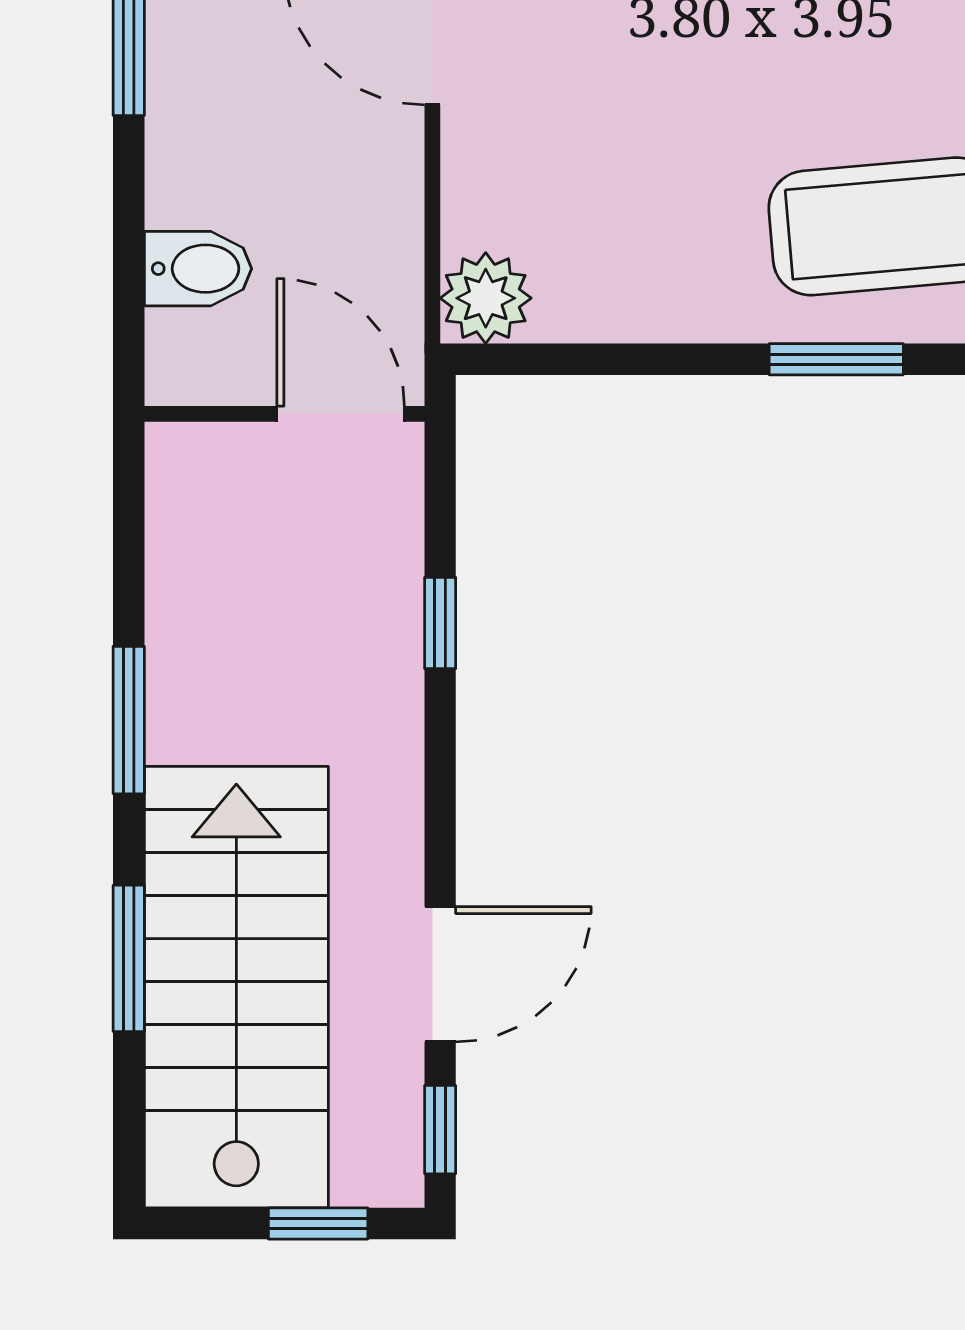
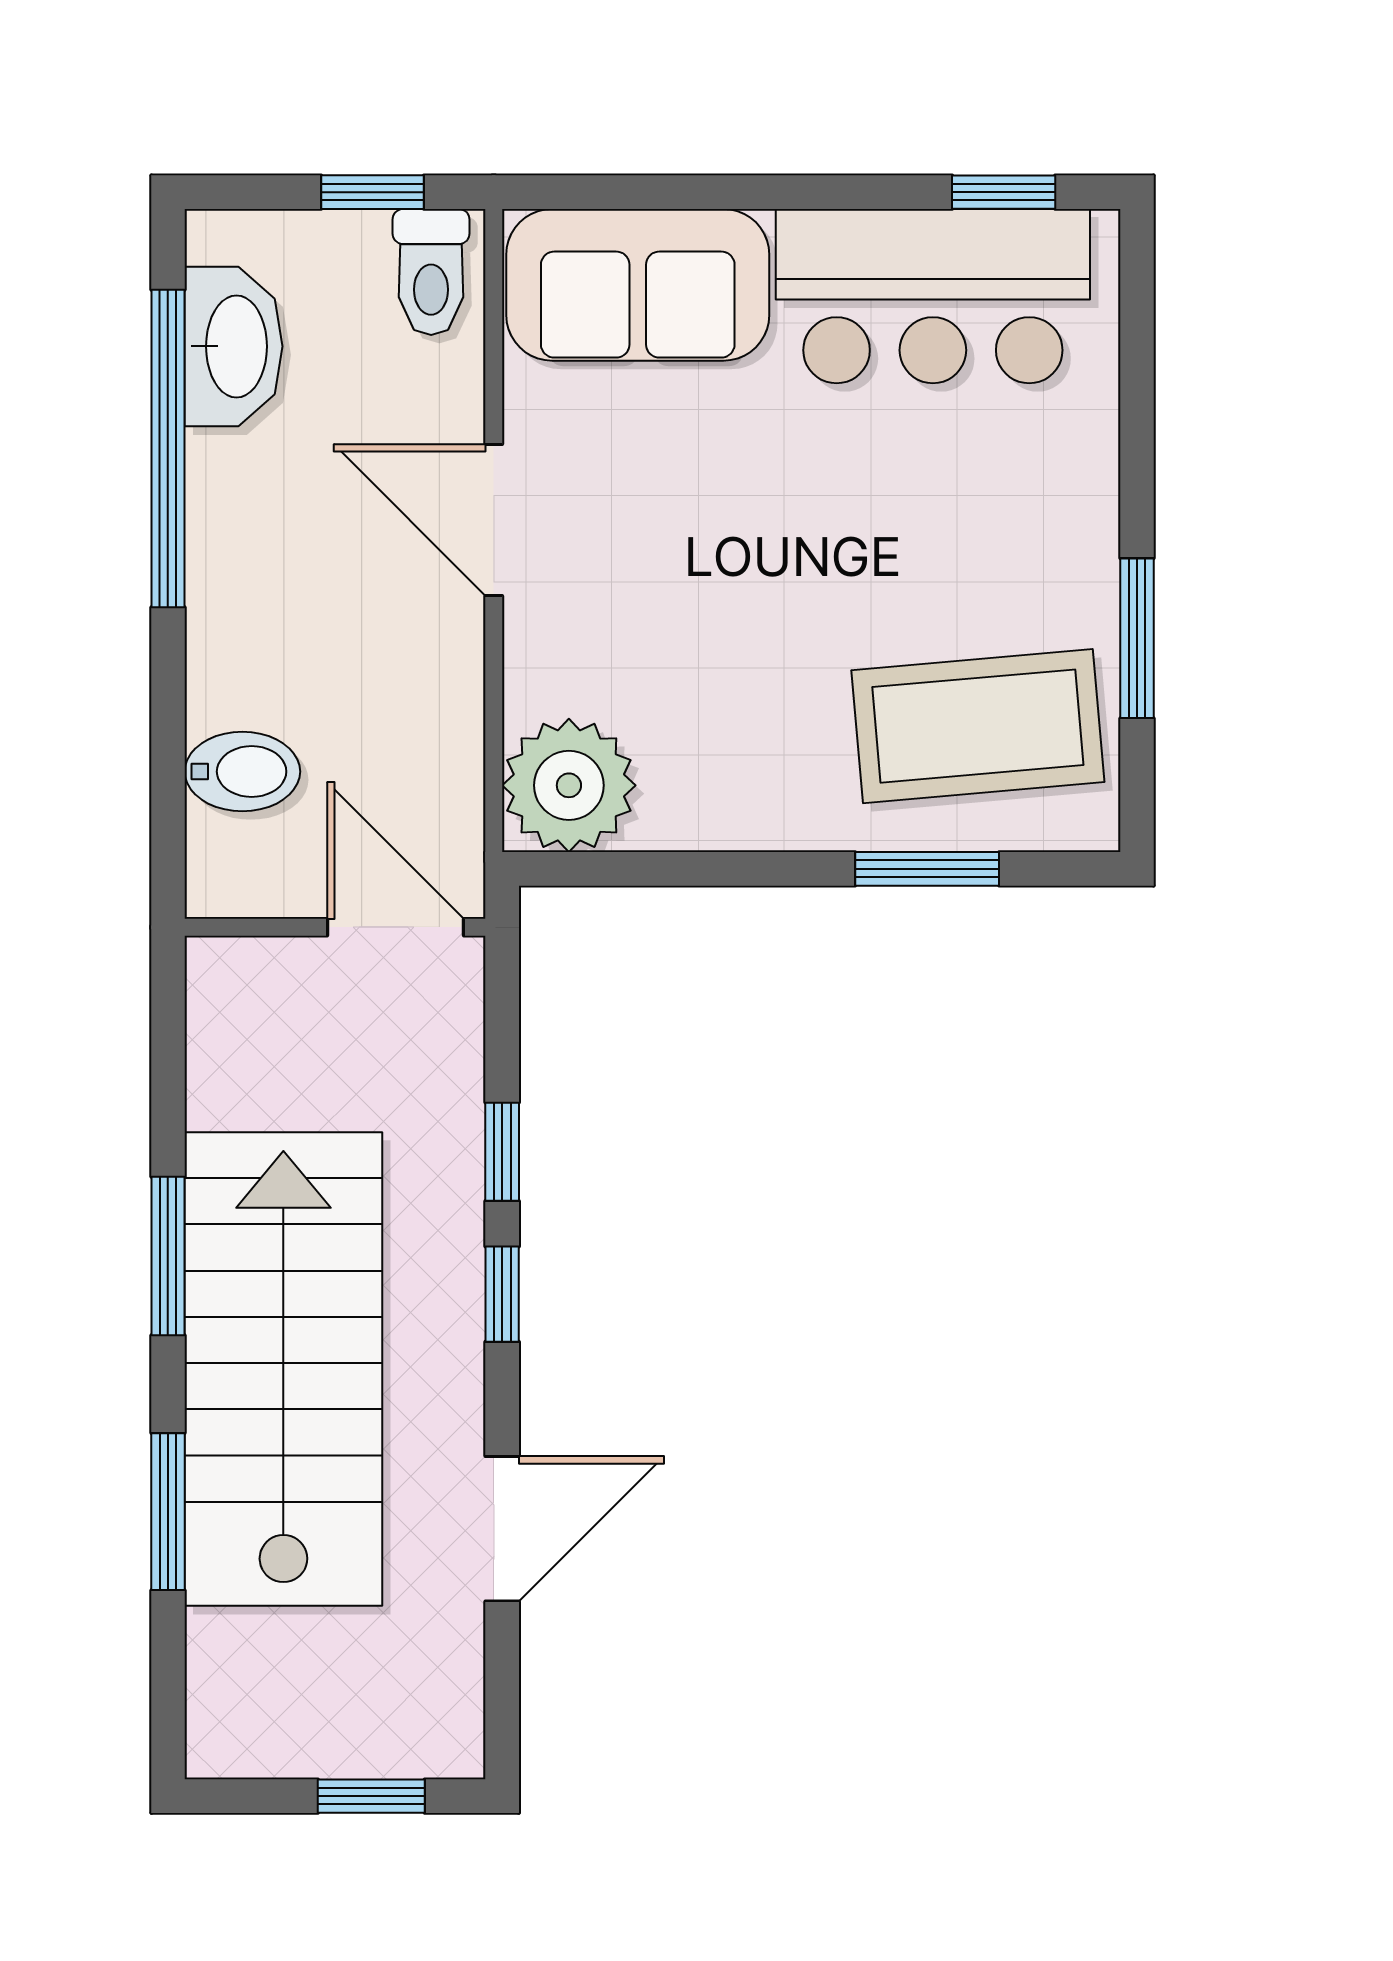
plant: (486, 298) -> (569, 785), width x1.36, depth x1.36
stairs: (236, 987) -> (283, 1369), moved
window: (440, 1130) -> (502, 1294), moved

